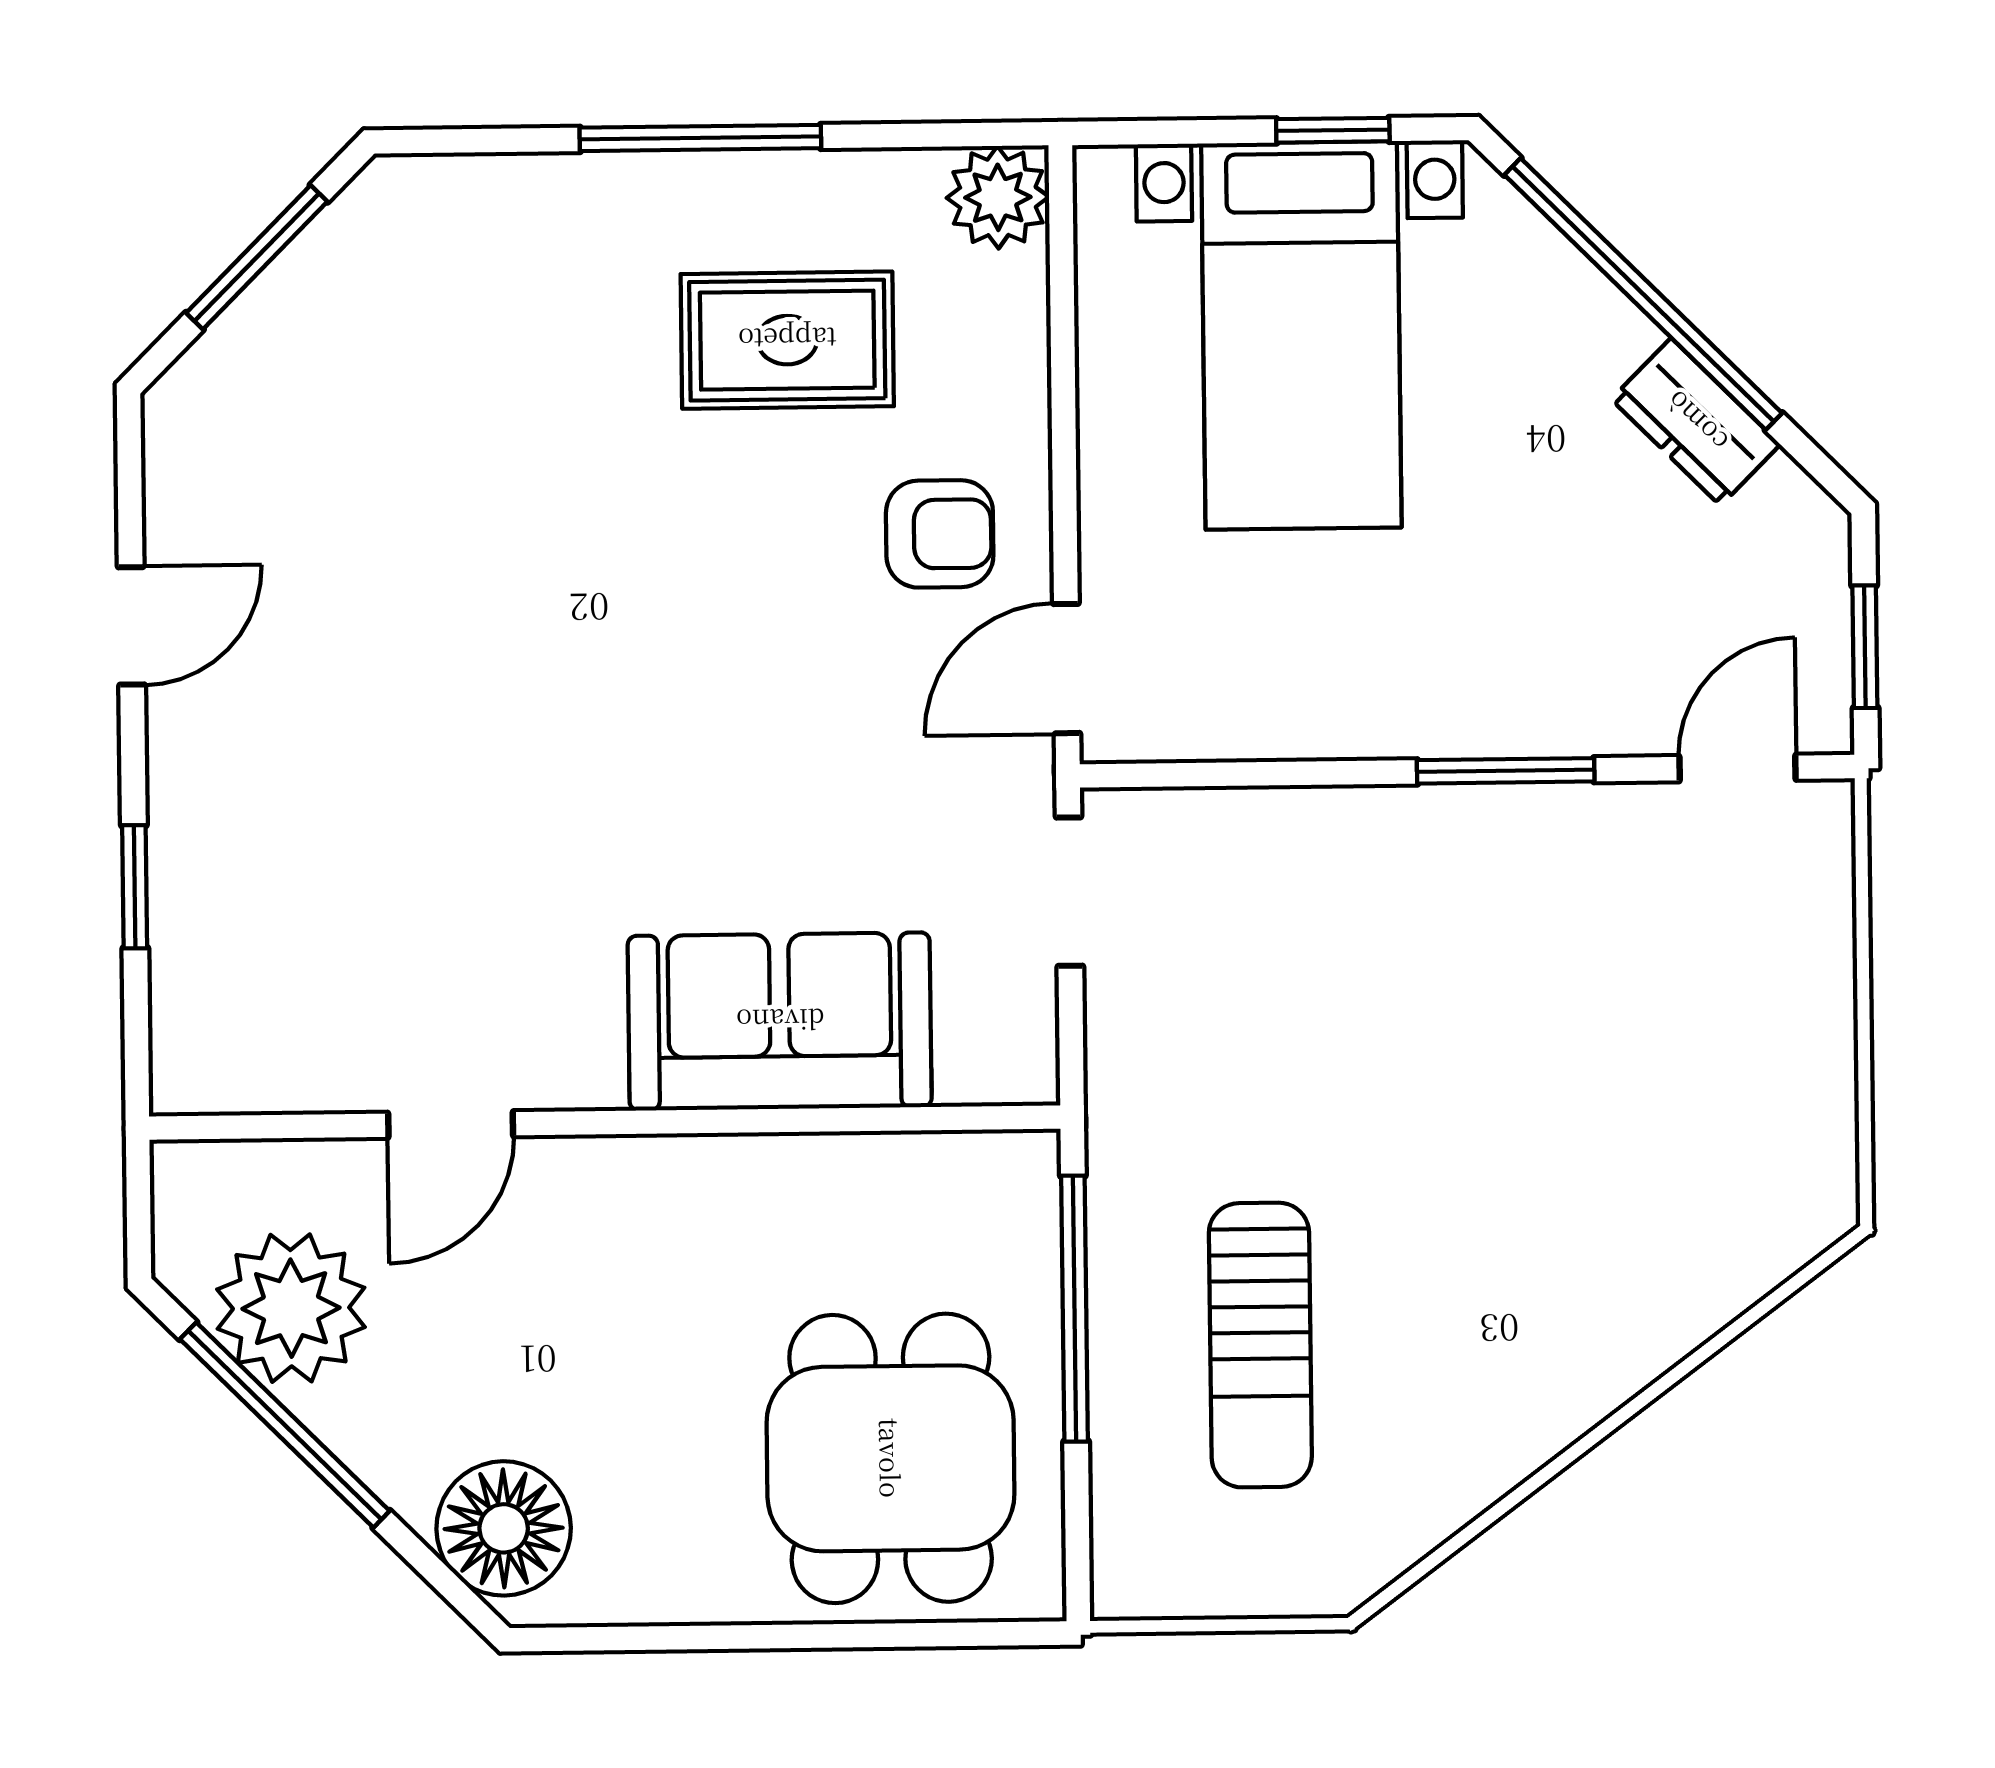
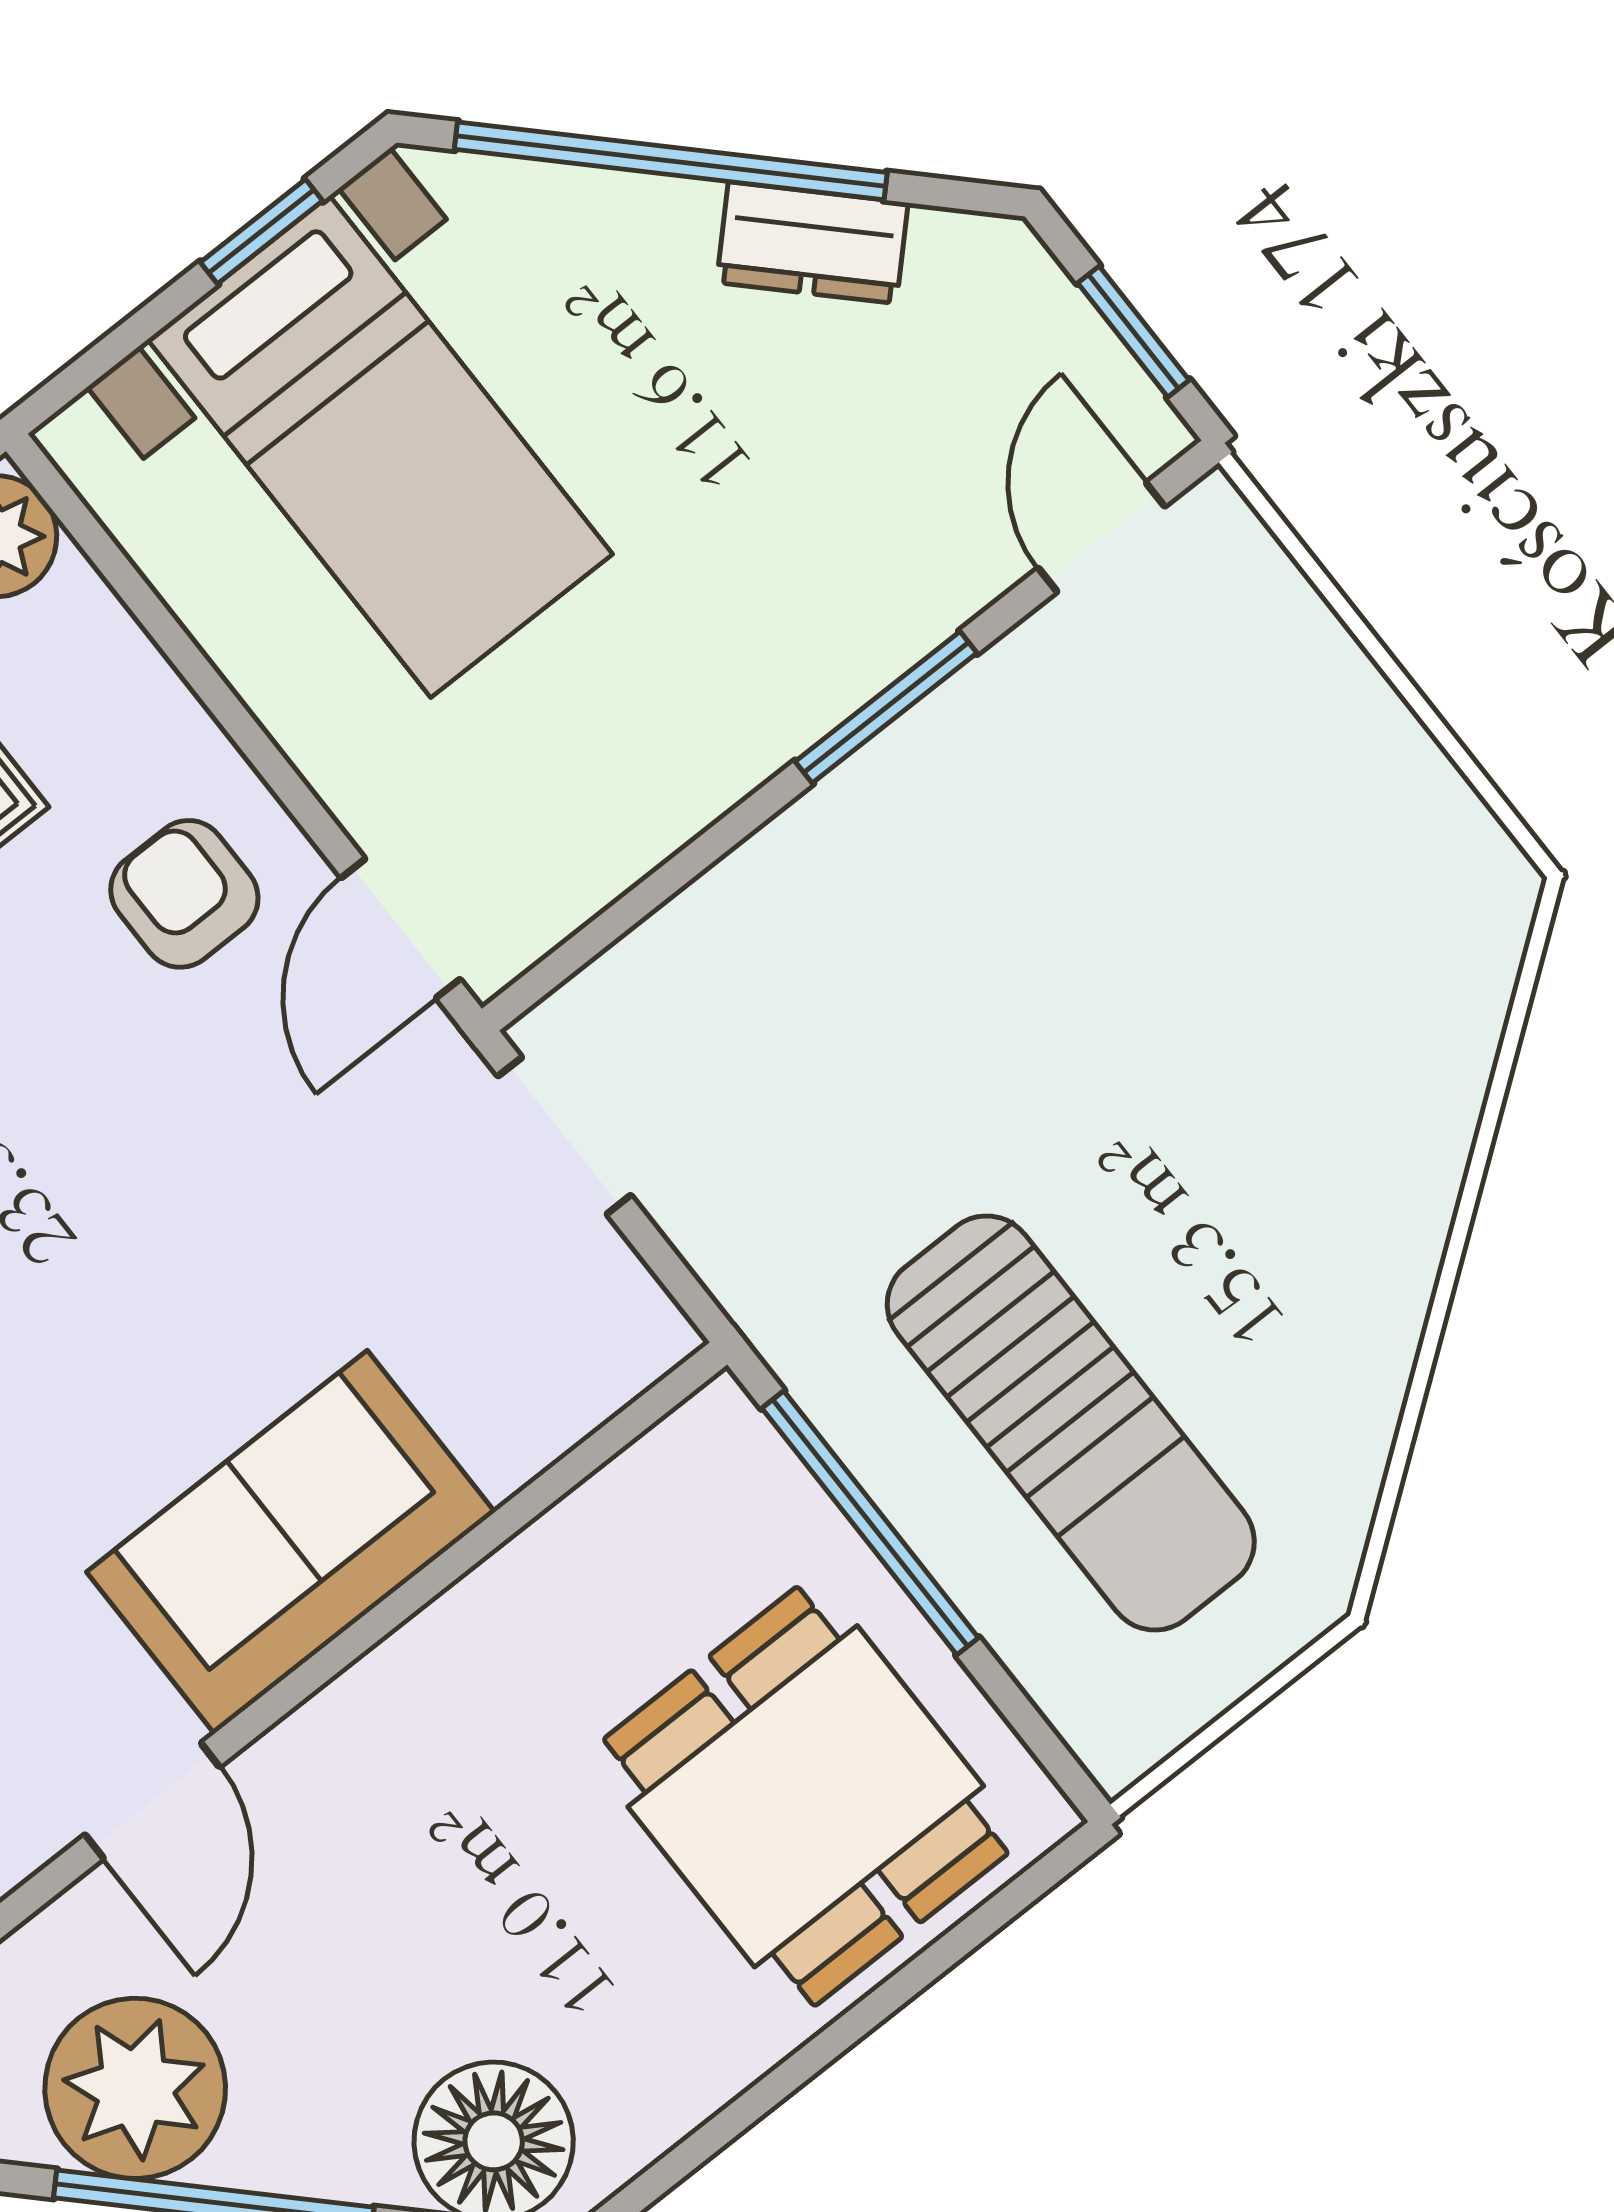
armchair: (940, 534) -> (184, 894), turned -90
sofa: (780, 1021) -> (291, 1542), moved
sun lounger: (1260, 1345) -> (1071, 1423), width x1.36, depth x1.34

